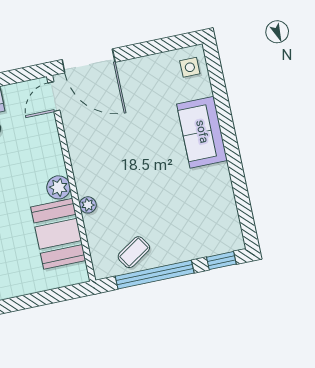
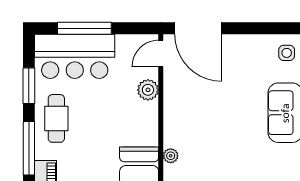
plant: (59, 187) -> (148, 90), moved

